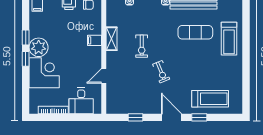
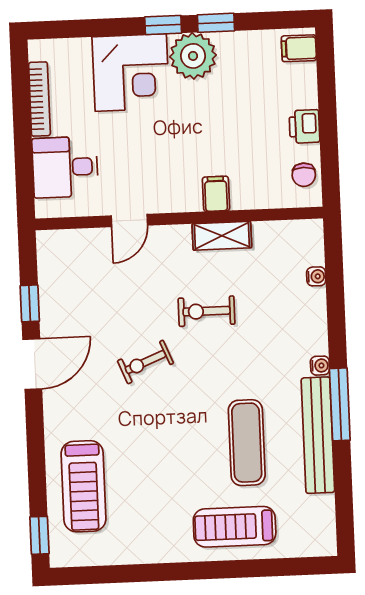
door: (104, 76) -> (129, 221), swing flipped
door: (171, 117) -> (32, 364), moved
window: (199, 117) -> (39, 535), moved

